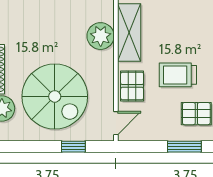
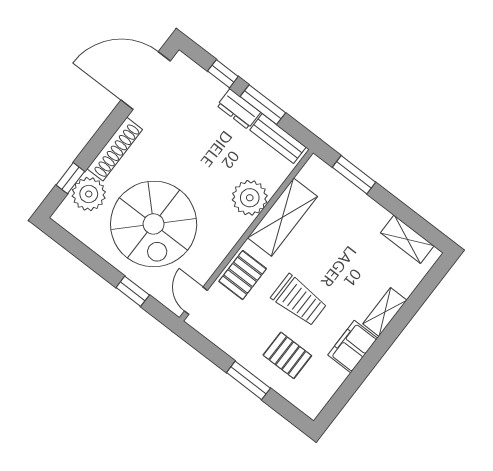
trolley: (178, 75) -> (299, 300), turned 180
door: (116, 123) -> (196, 301), swing flipped

